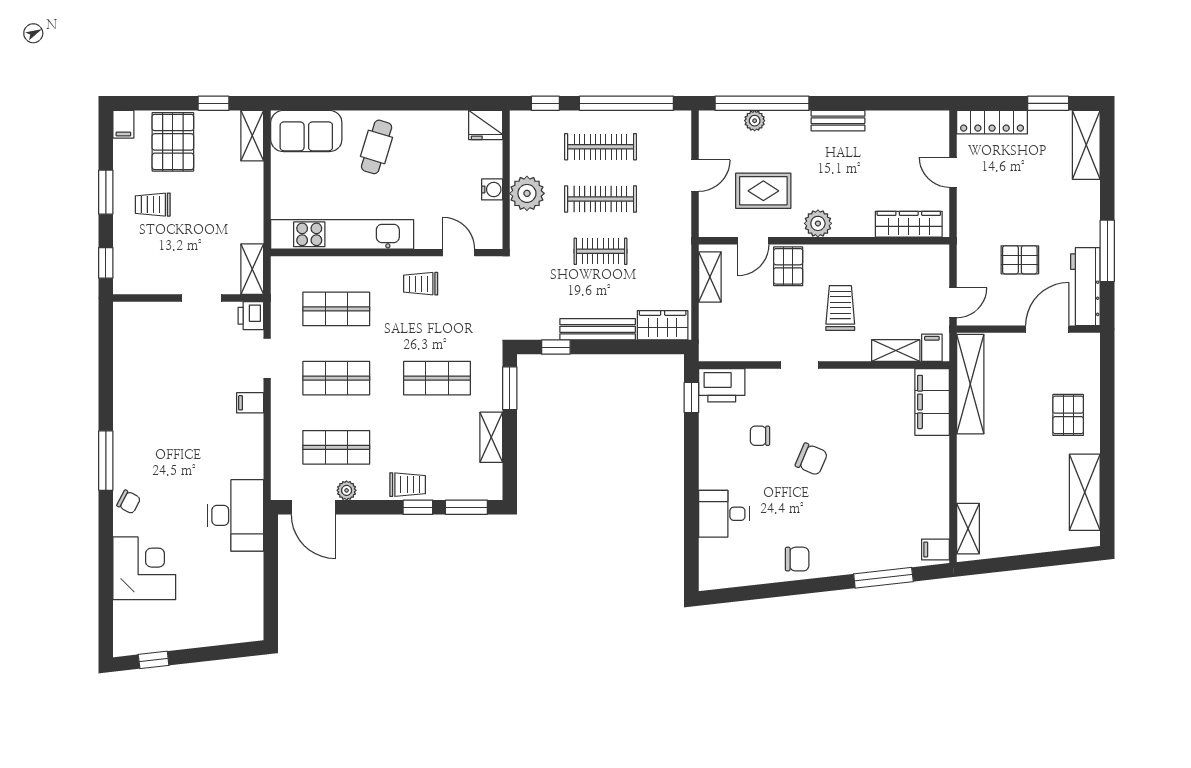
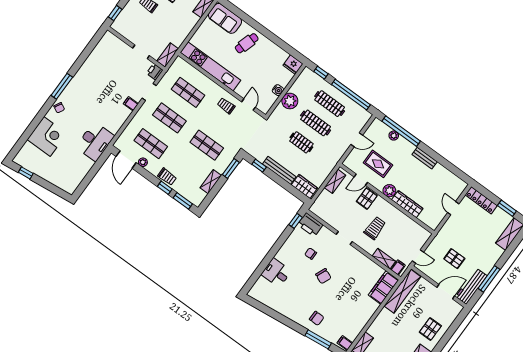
wardrobe: (909, 224) -> (407, 204), moved
chair: (797, 559) -> (317, 318), moved

